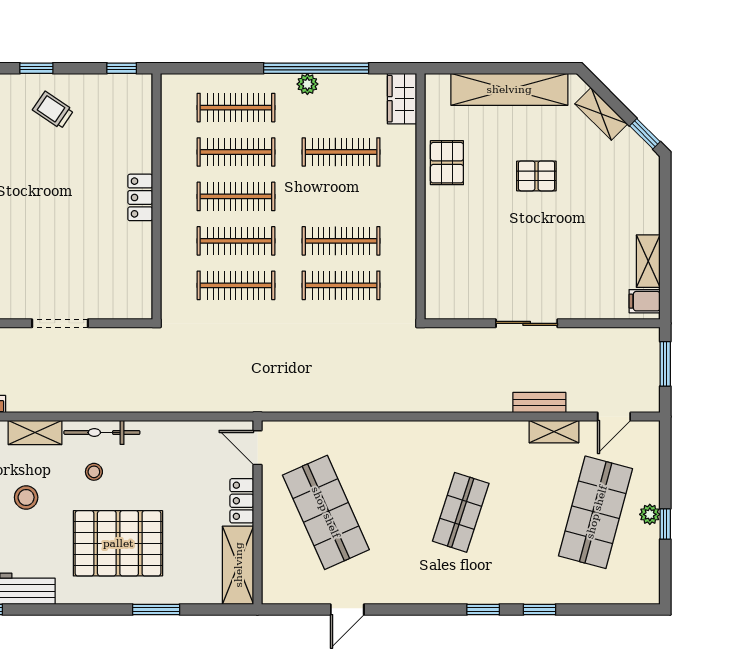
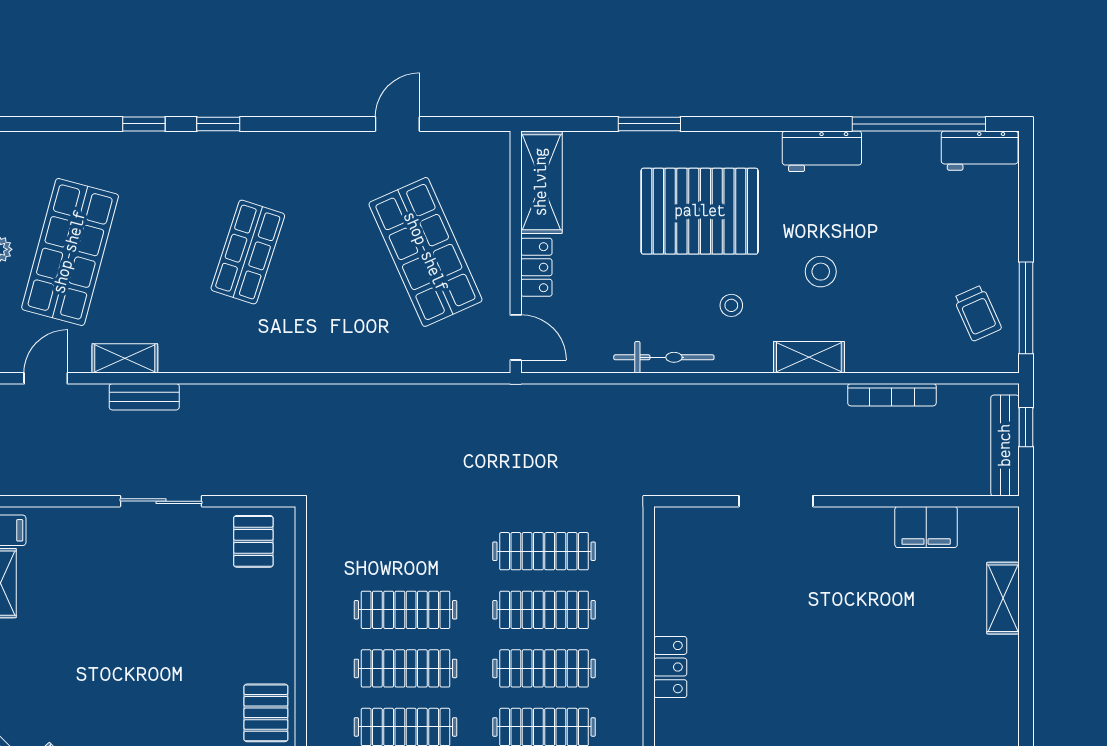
pallet: (536, 176) -> (253, 541), moved, turned 90
clothes rail: (341, 285) -> (406, 668), moved
bicycle: (102, 432) -> (664, 357), moved

